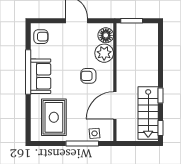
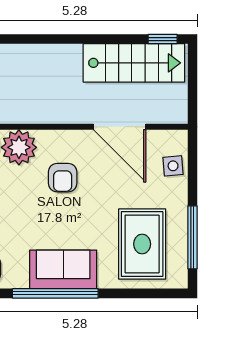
window: (161, 95) -> (100, 39), removed
rug: (54, 117) -> (142, 244), turned 90
window: (82, 143) -> (192, 237), moved

